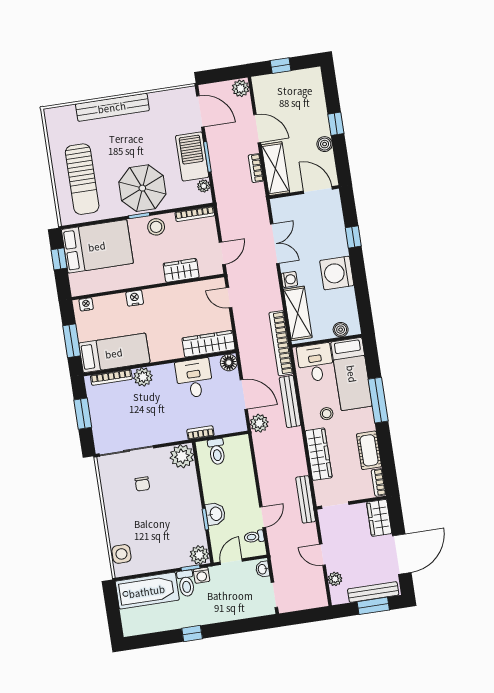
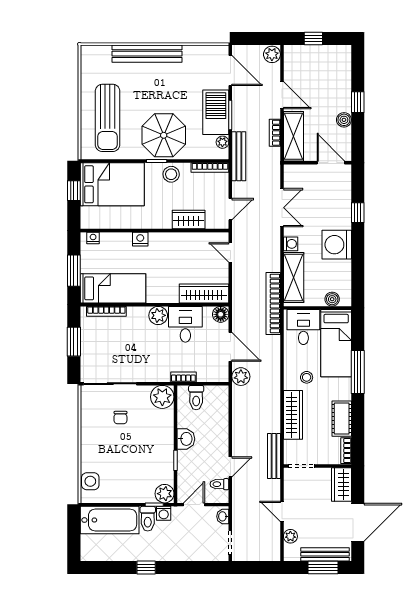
plant: (143, 377) -> (158, 315), moved
bench: (290, 401) -> (239, 156), moved
washbasin: (215, 514) -> (186, 439), moved

